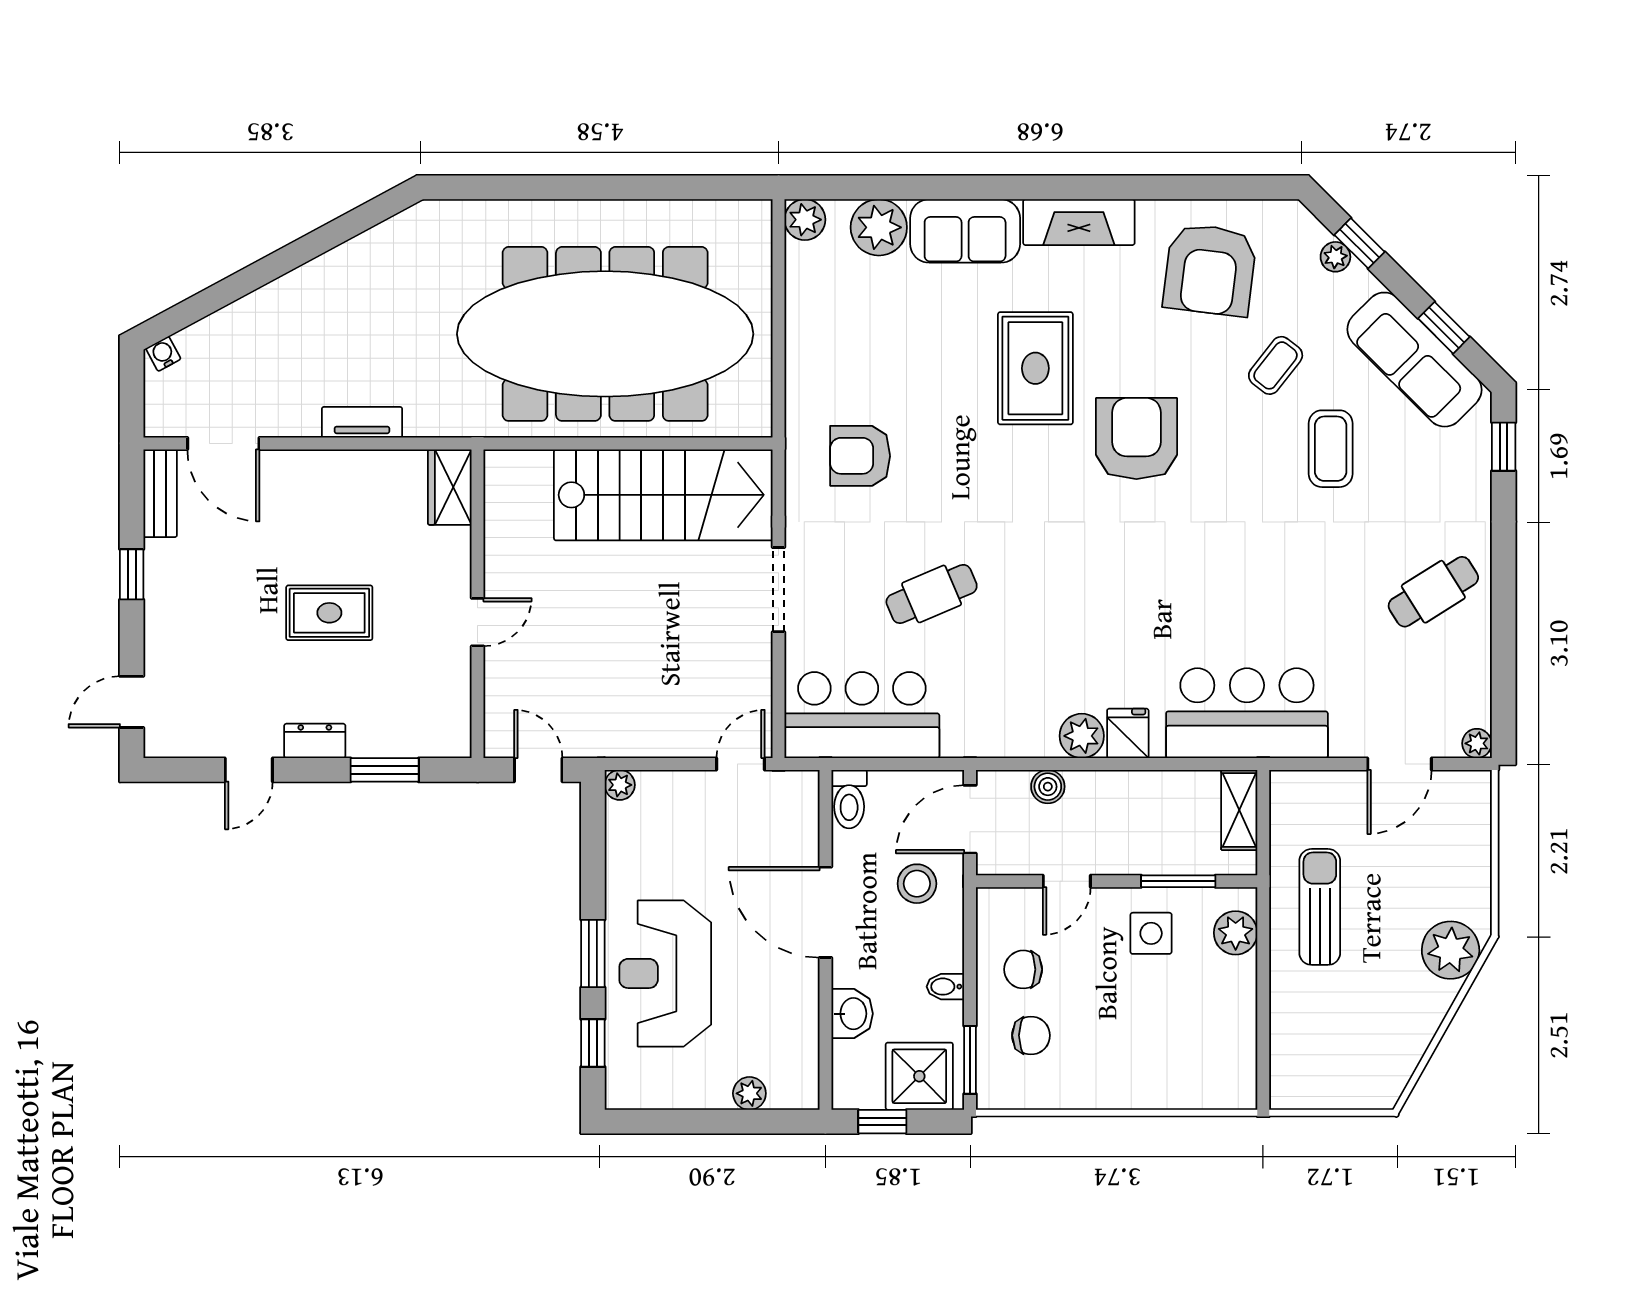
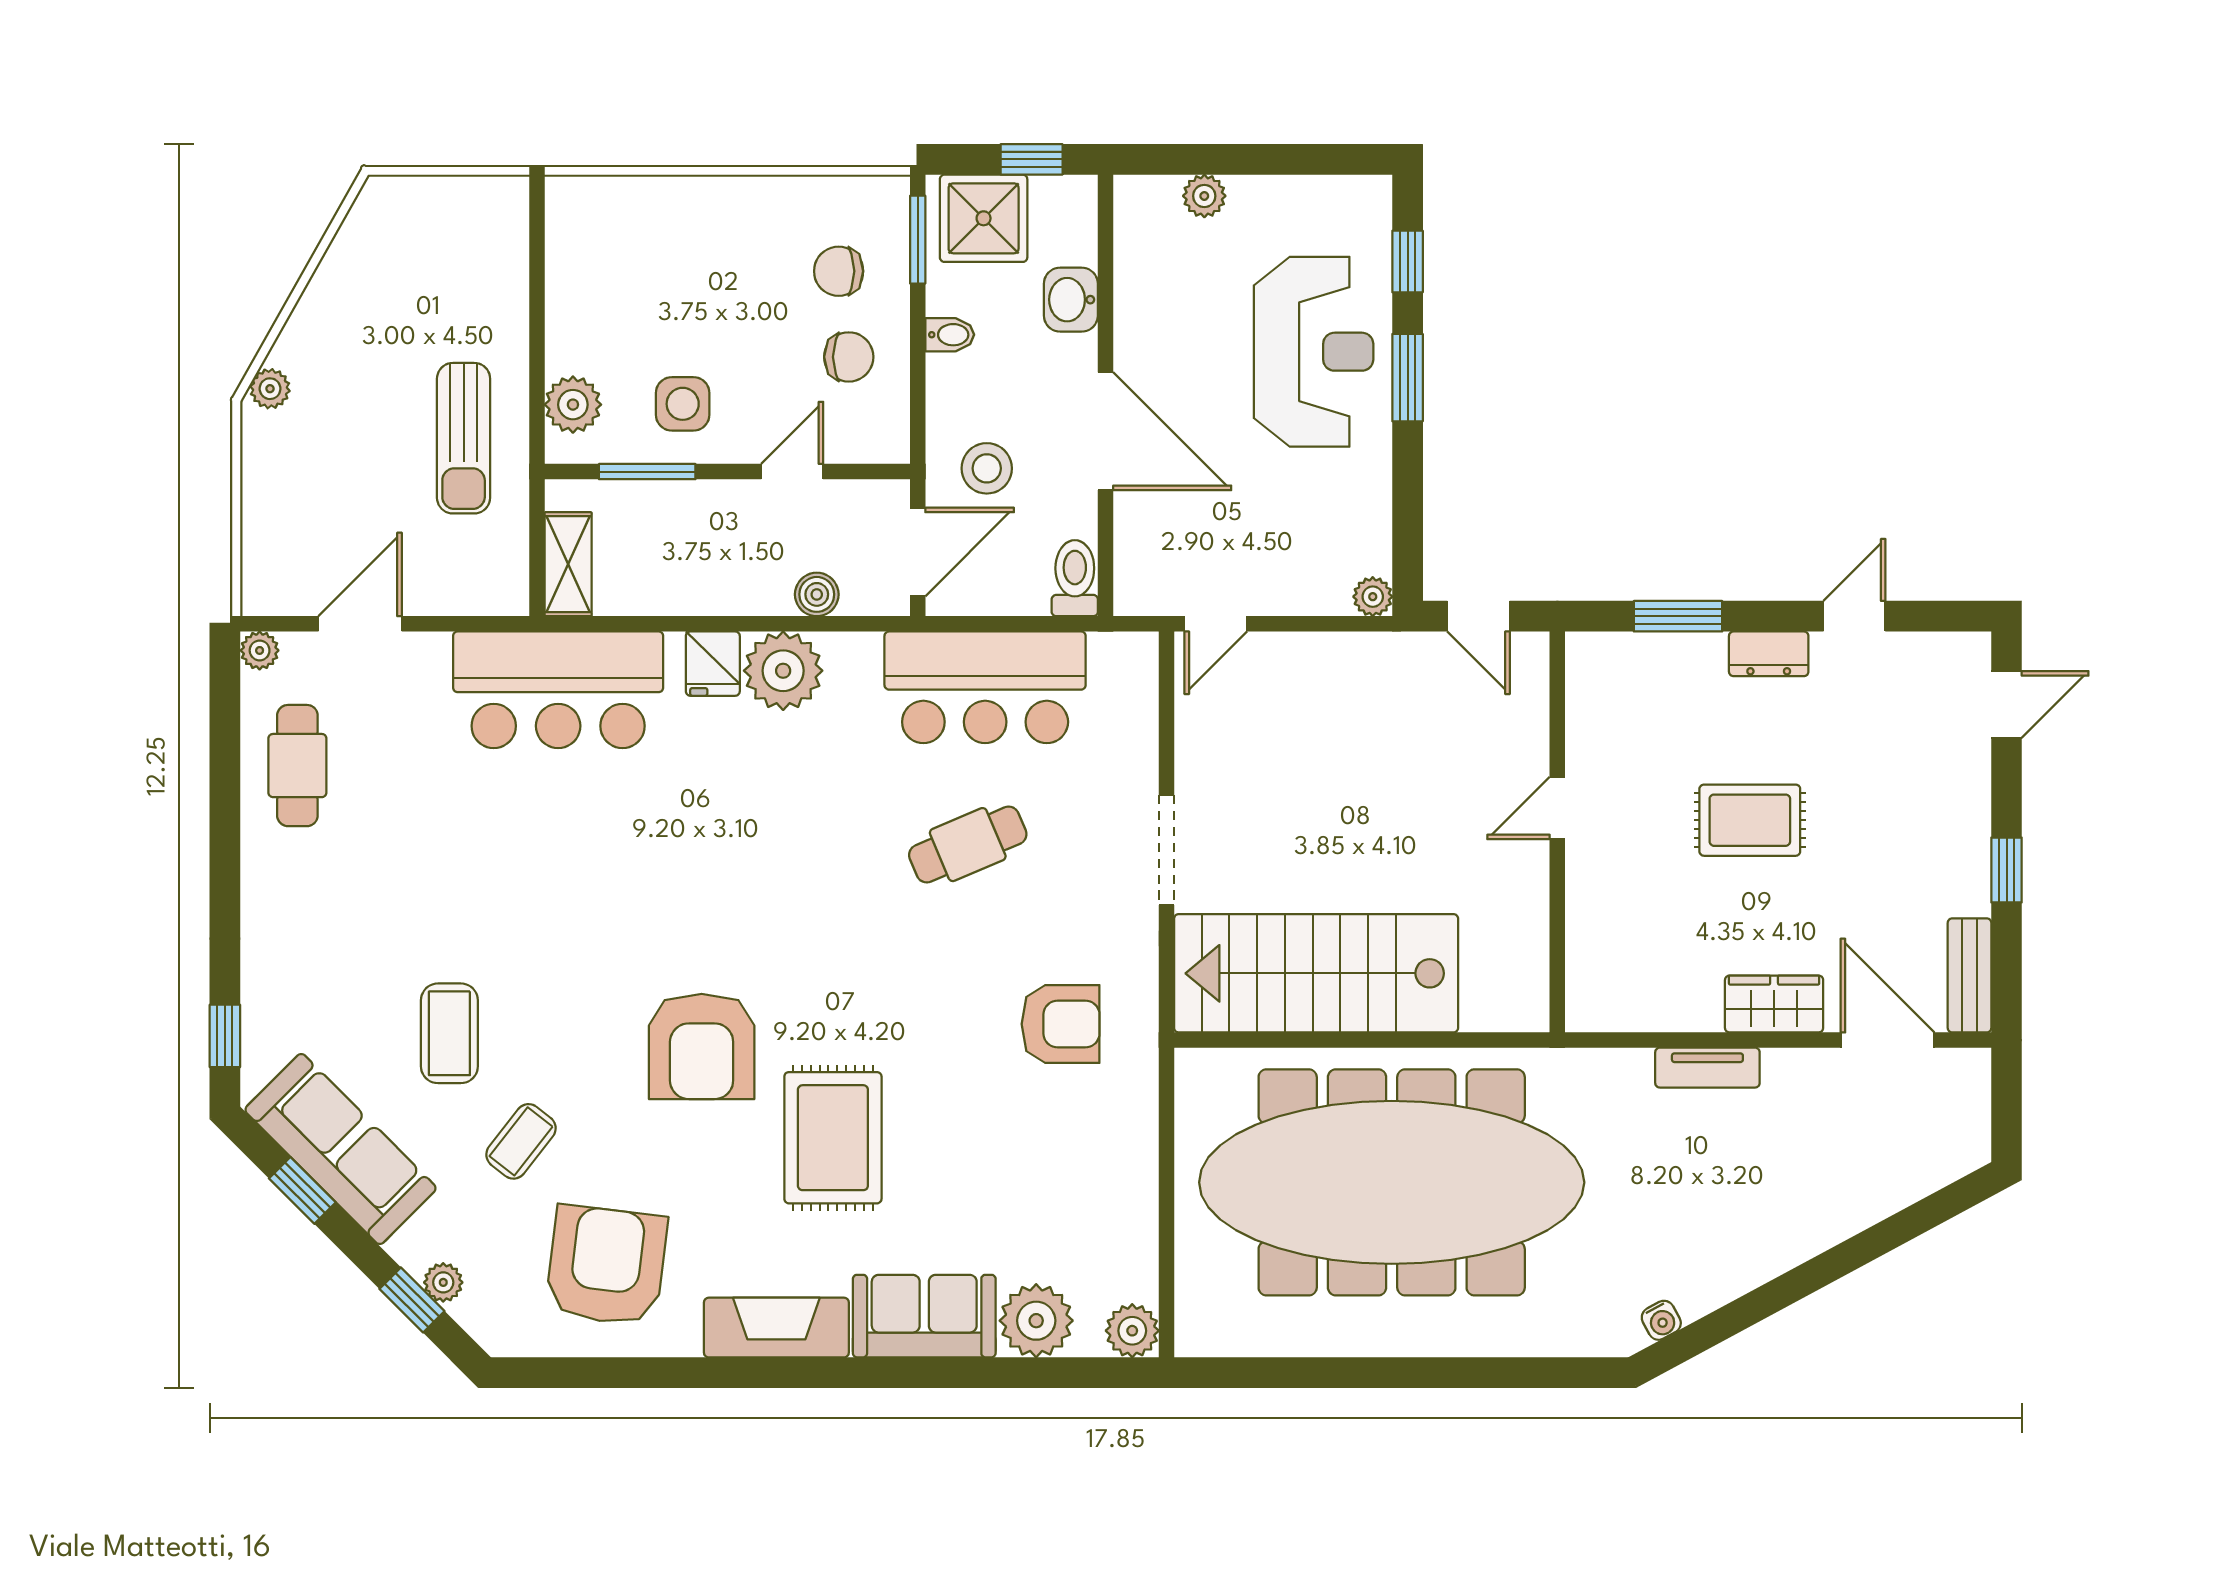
water cooler: (163, 354) -> (1661, 1320), moved
wardrobe: (450, 487) -> (1774, 1004), moved, turned -90
cafe table: (1433, 592) -> (297, 766), moved, turned -58
bar counter: (862, 715) -> (985, 687), moved
plant: (1082, 736) -> (783, 671), width x1.36, depth x1.36
plant: (1451, 950) -> (270, 389), width x0.53, depth x0.53

